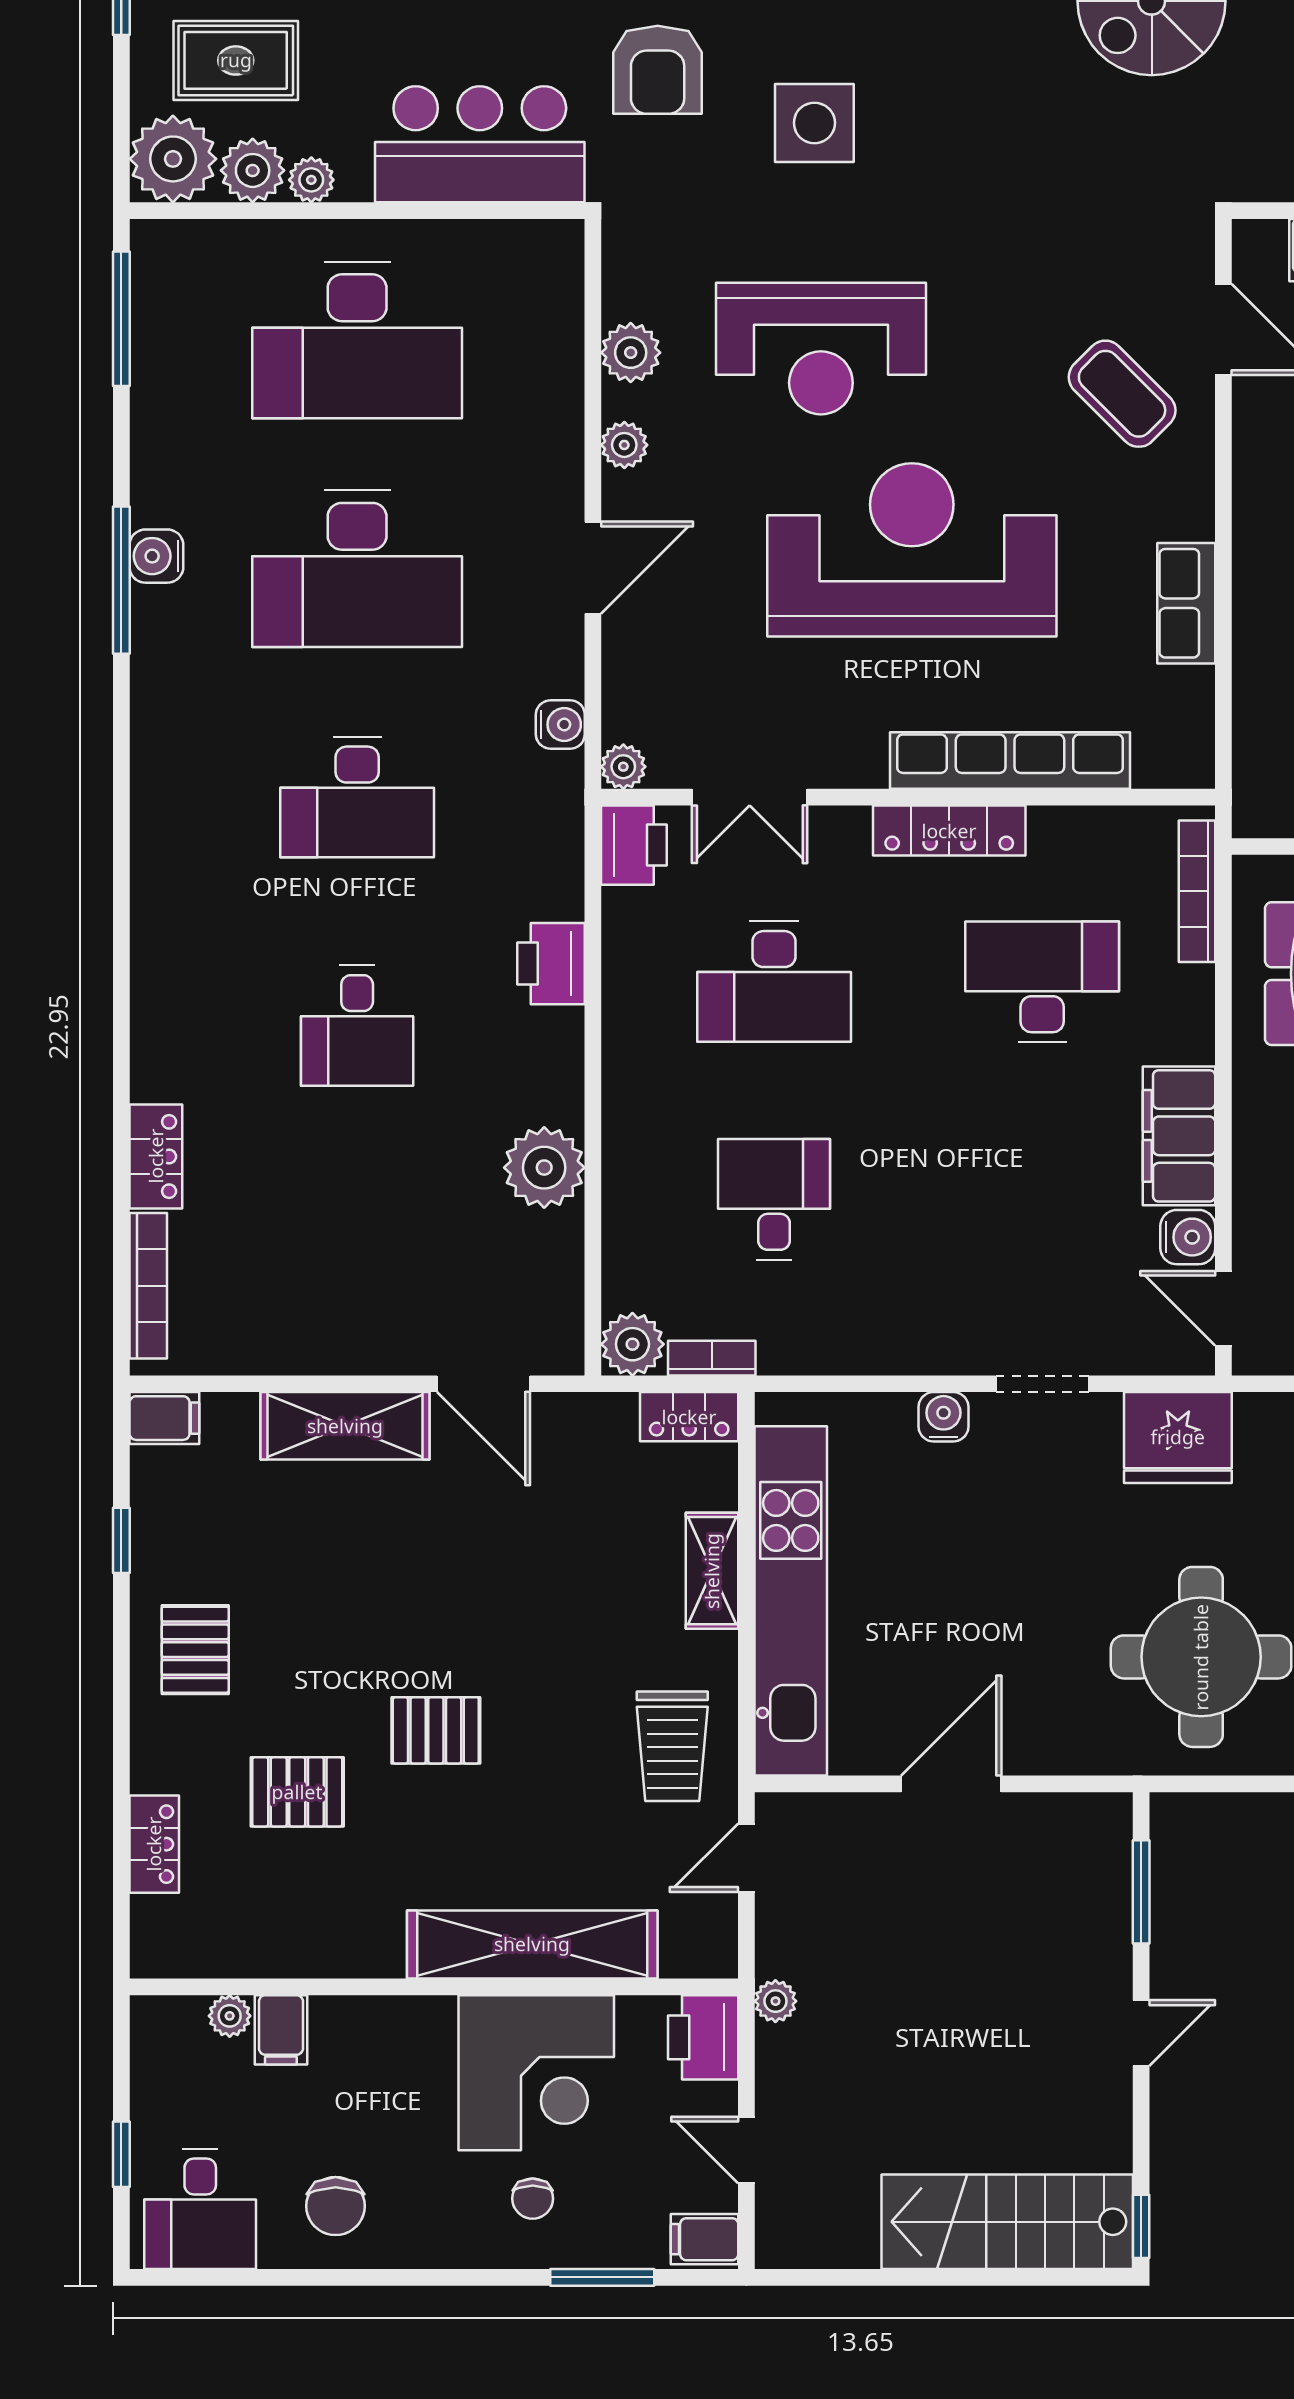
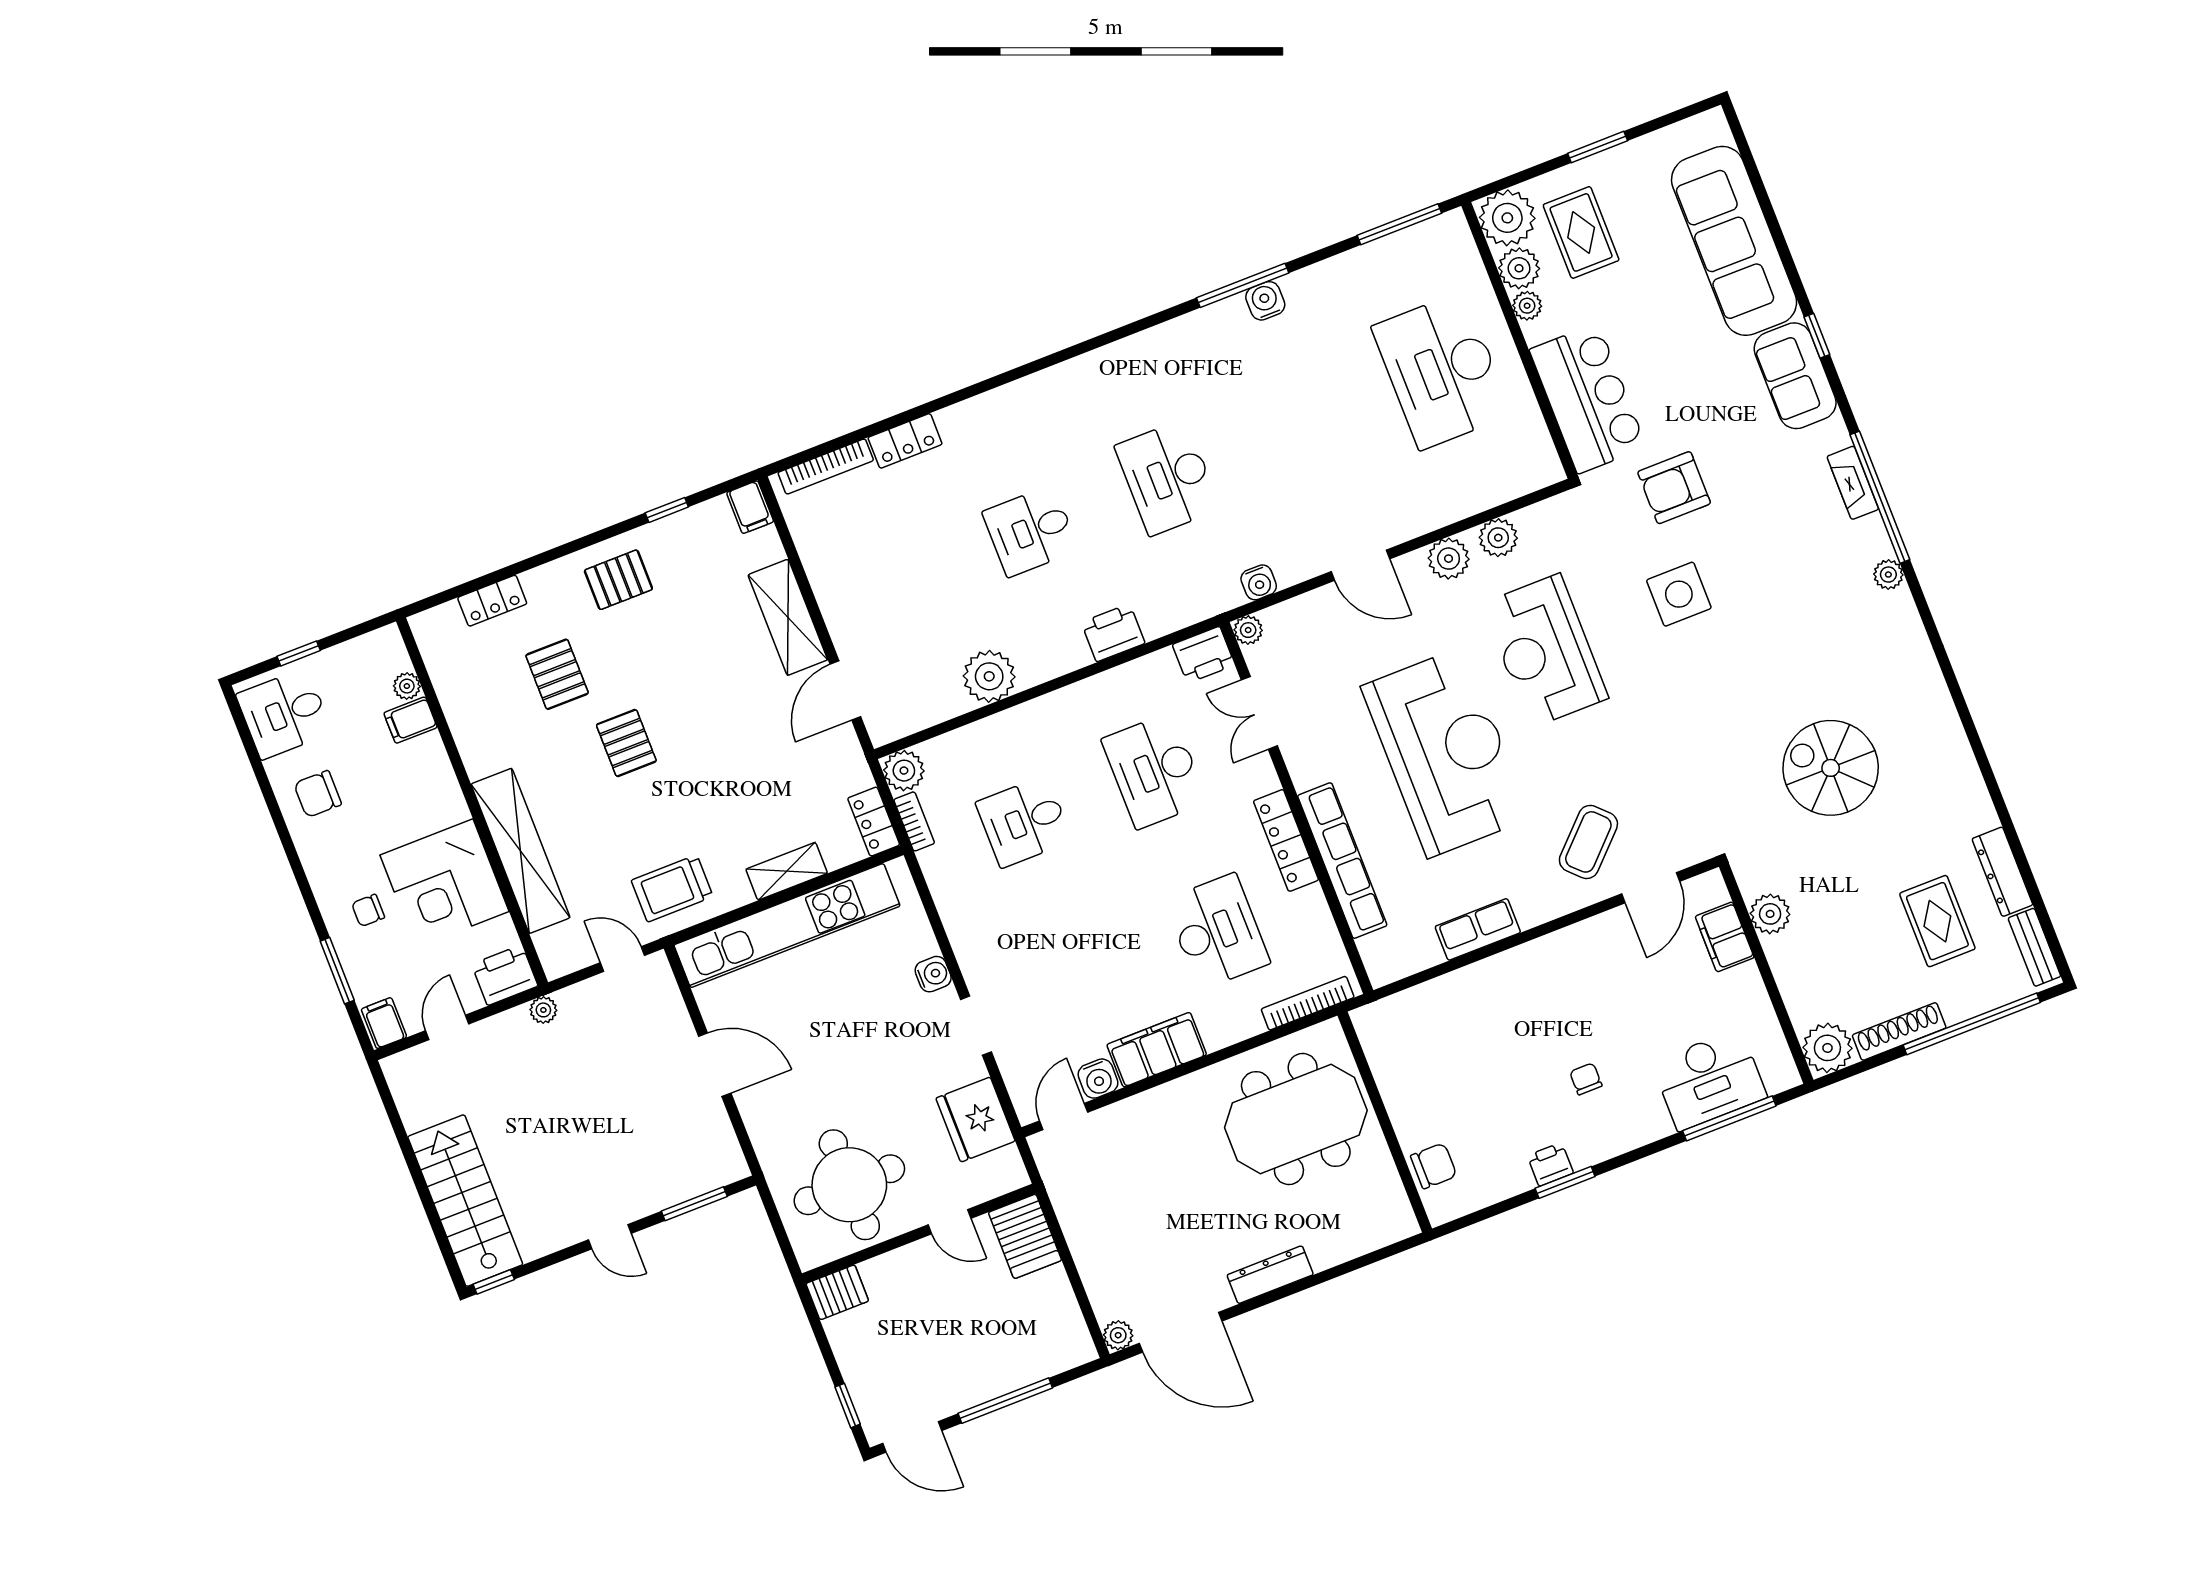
plant: (624, 445) -> (1449, 559), width x1.38, depth x1.38
desk: (357, 569) -> (1305, 424), removed
desk: (774, 1199) -> (1024, 822), turned 180

